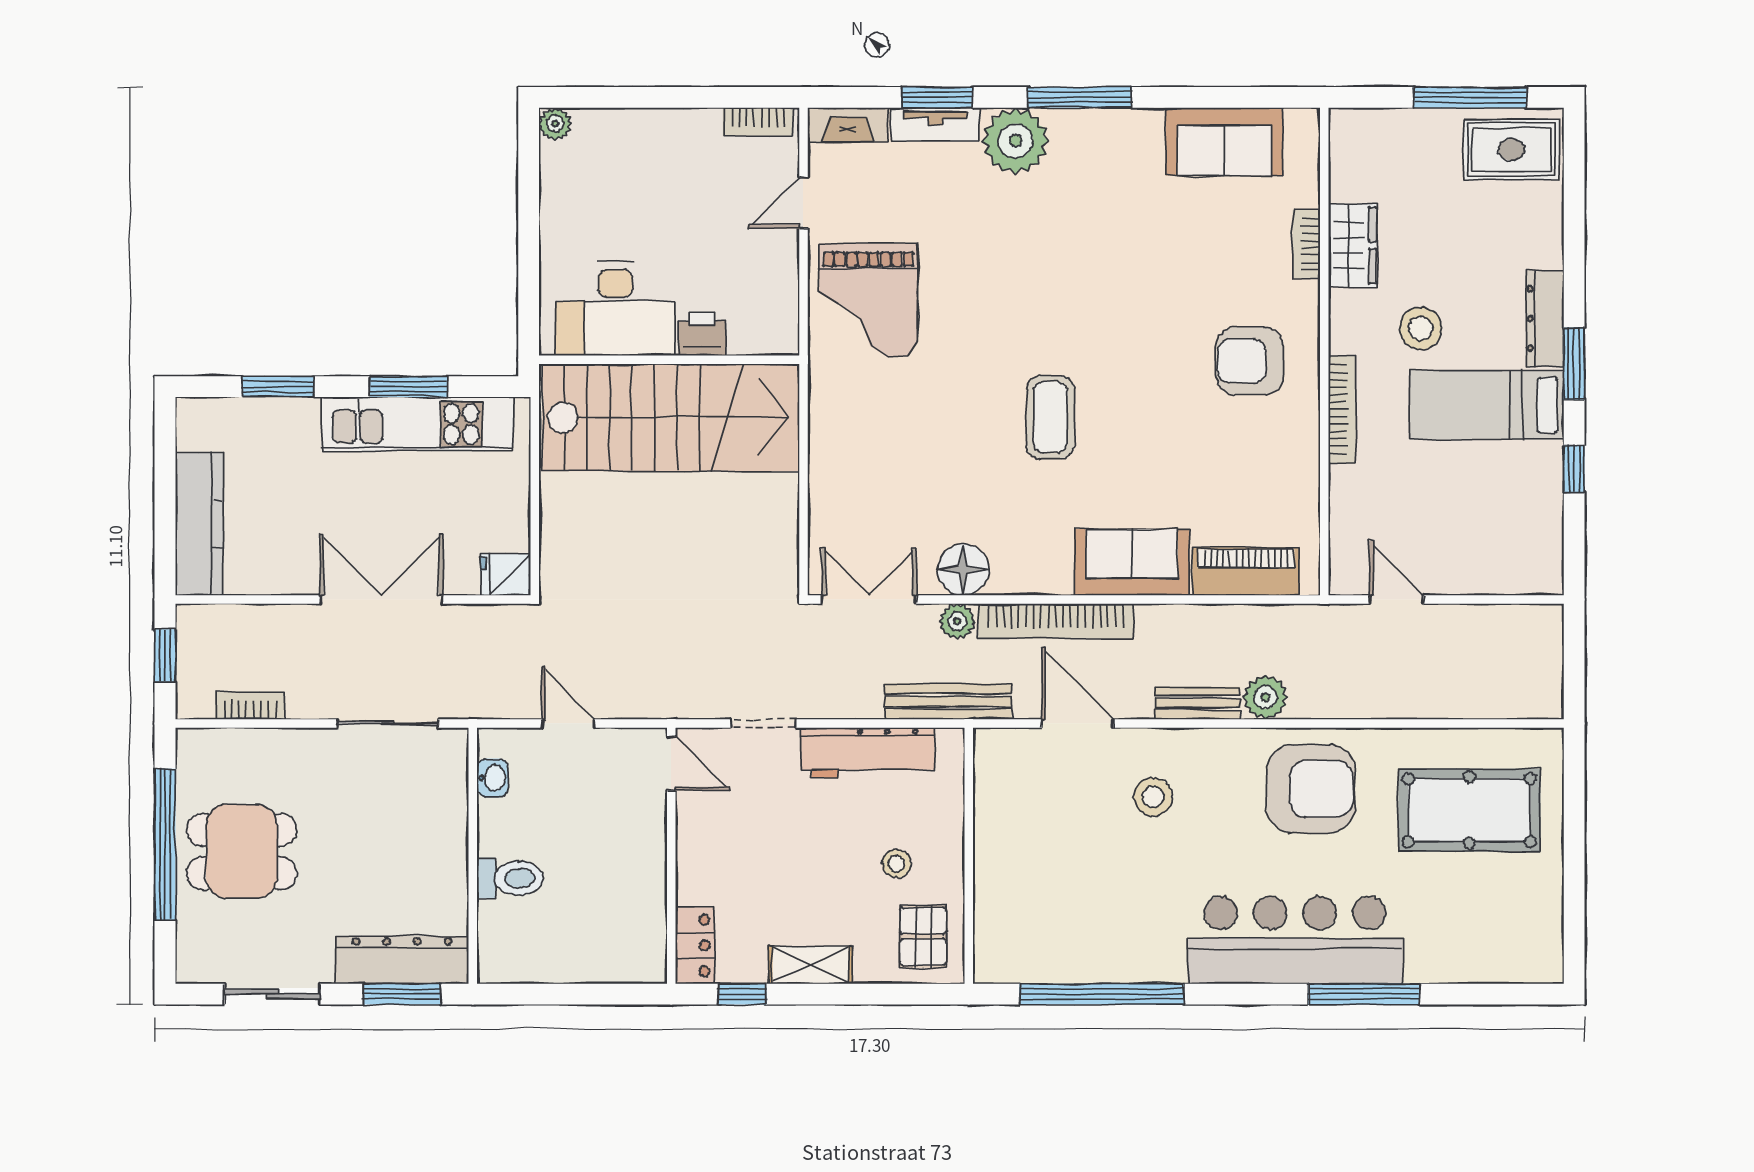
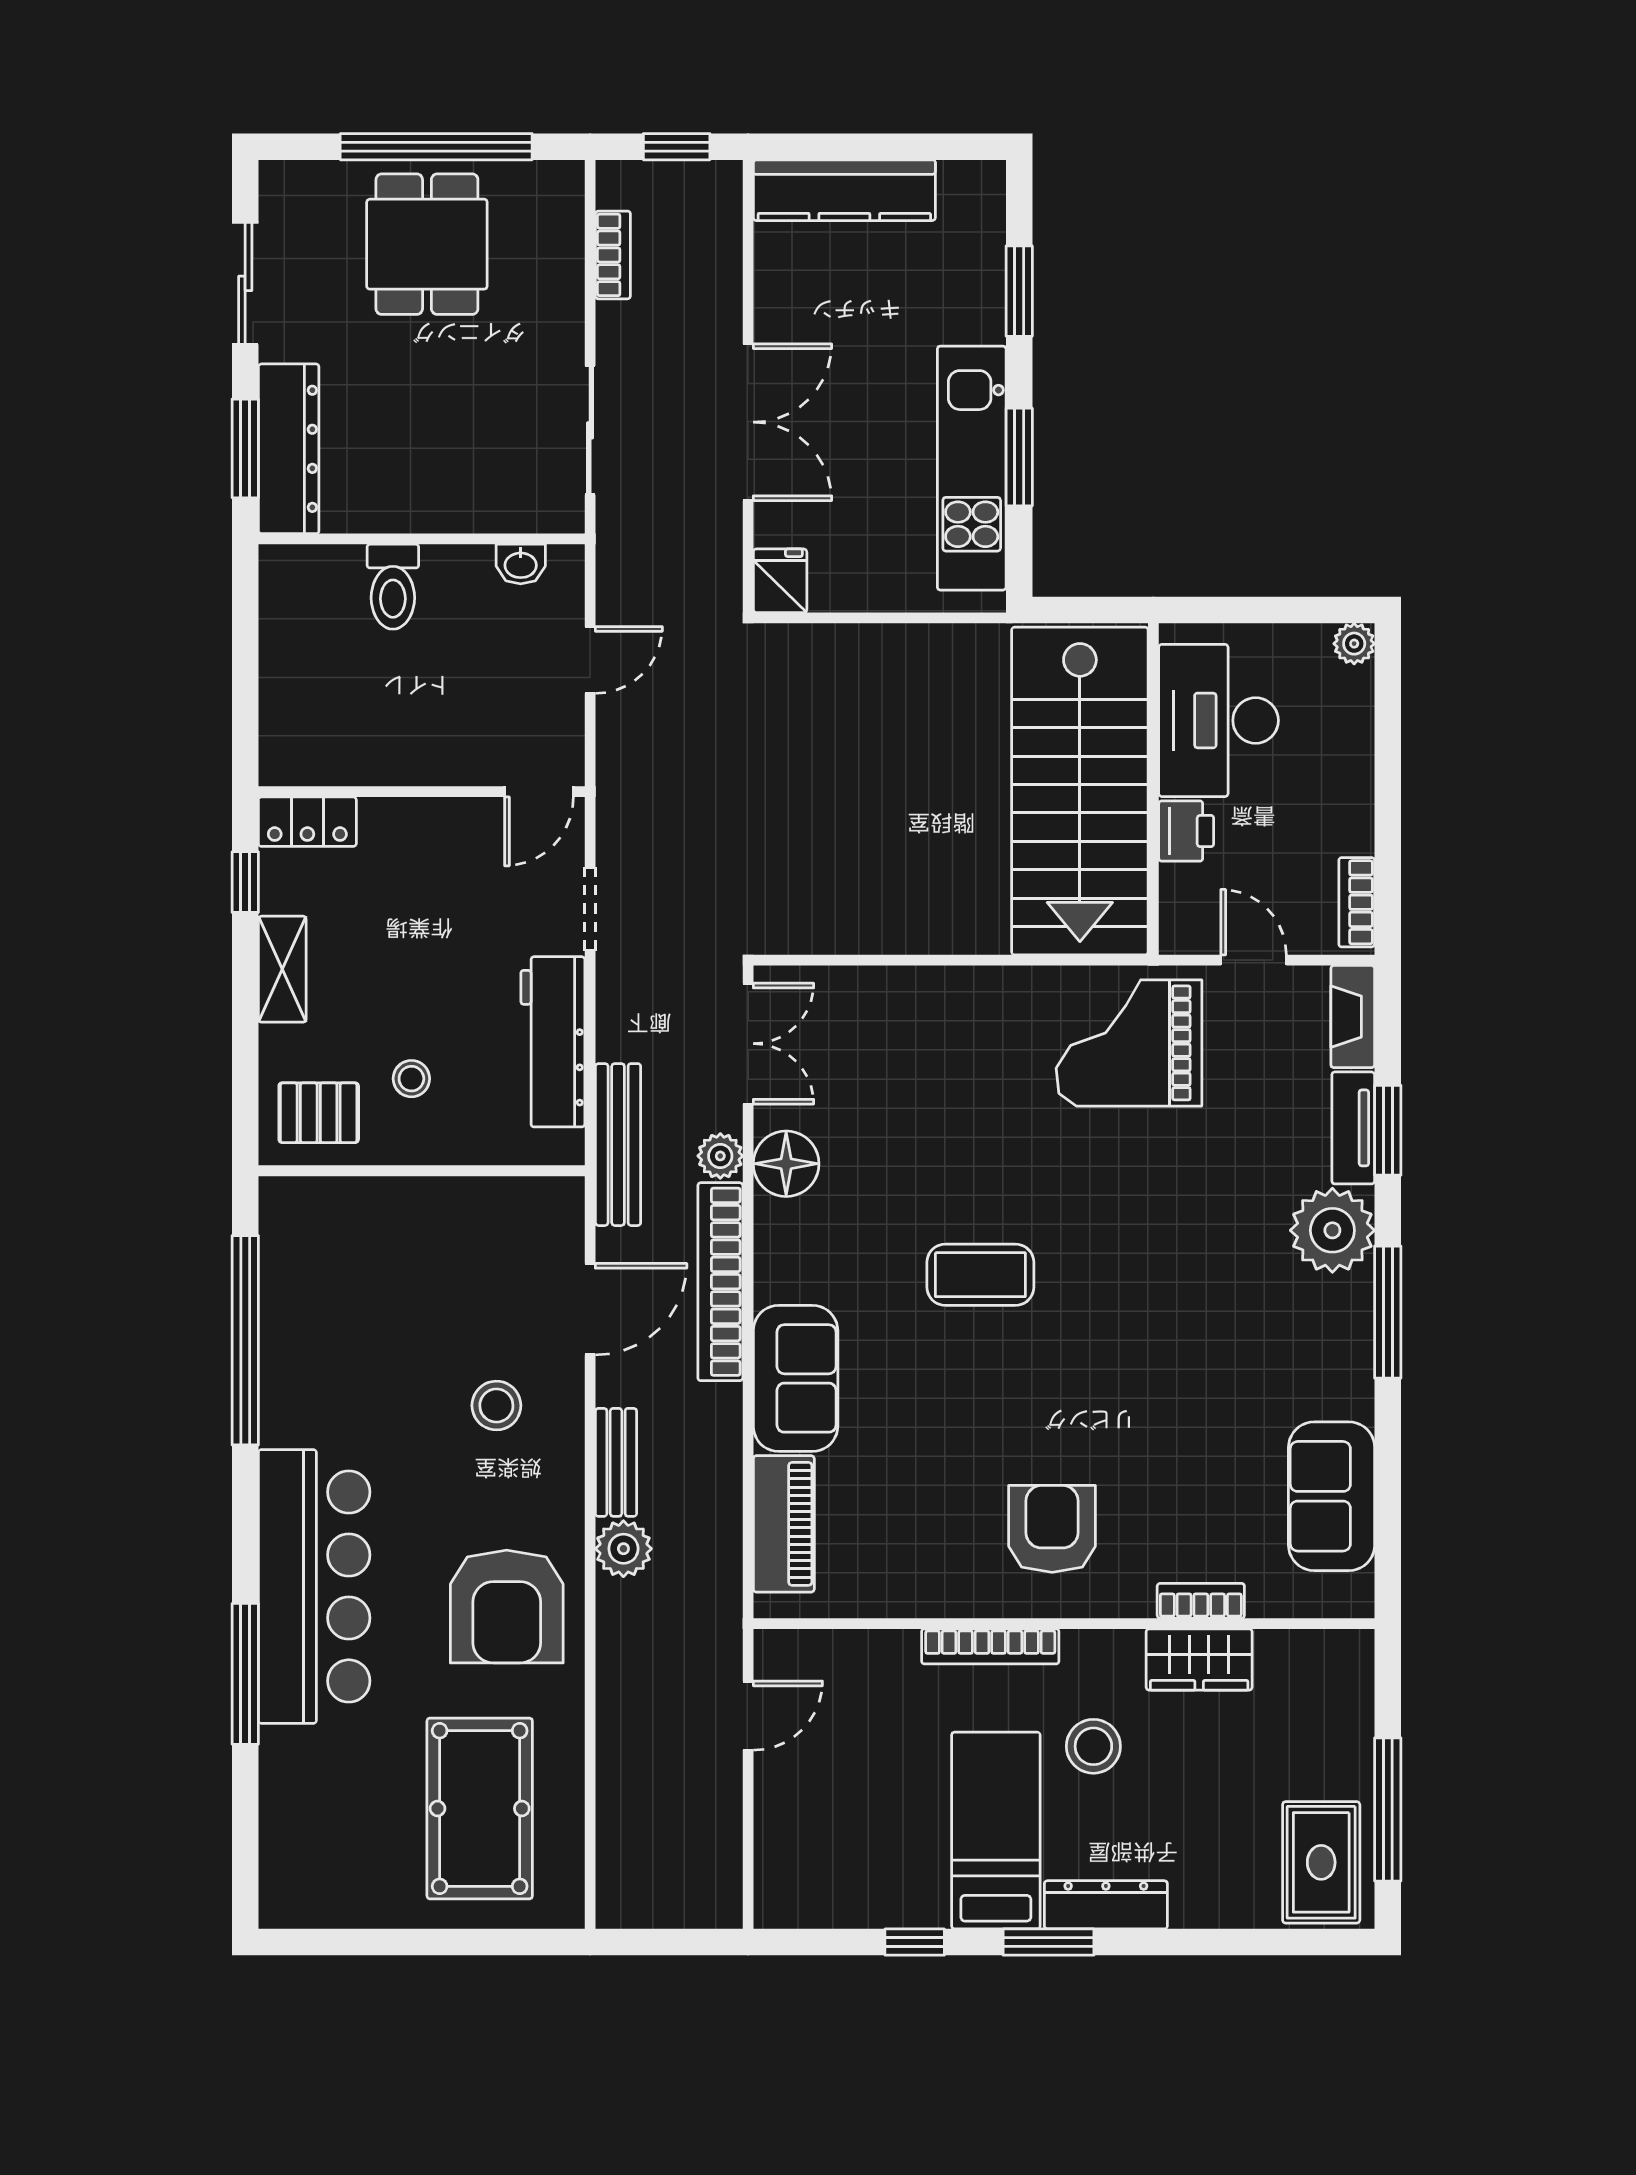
desk: (615, 309) -> (1218, 720), moved
printer: (702, 334) -> (1186, 831), moved
wall: (669, 360) -> (1153, 789), moved
stairs: (671, 418) -> (1080, 791), moved

